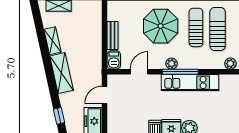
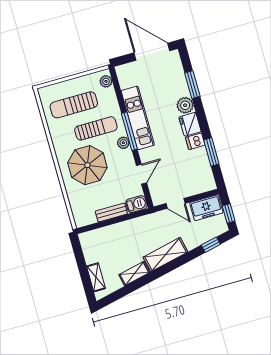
sun lounger: (196, 27) -> (96, 128), moved, turned 180
door: (139, 72) -> (141, 174), swing flipped

